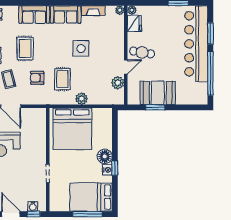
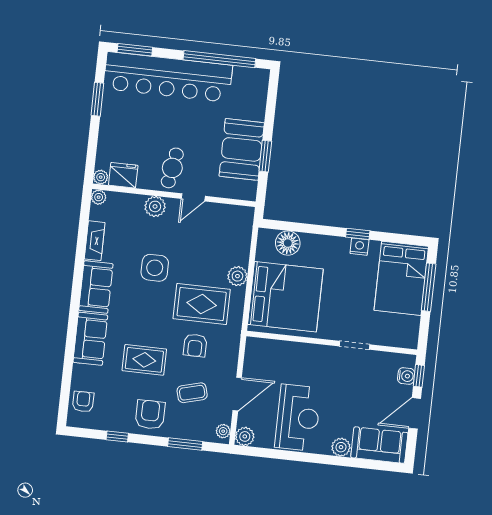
window: (210, 34) -> (135, 50), moved
door: (126, 67) -> (193, 197), swing flipped
rug: (62, 79) -> (202, 304), width x1.36, depth x1.43
plant: (118, 83) -> (155, 206), moved
floor lamp: (105, 156) -> (288, 243), moved

